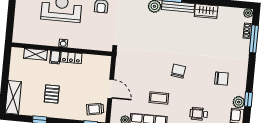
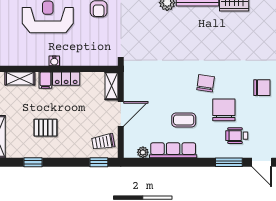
shelving: (106, 66) -> (112, 86), added
door: (111, 89) -> (121, 114), hinge flipped
chair: (191, 93) -> (224, 110), added
pallet: (52, 94) -> (46, 128), turned 90

